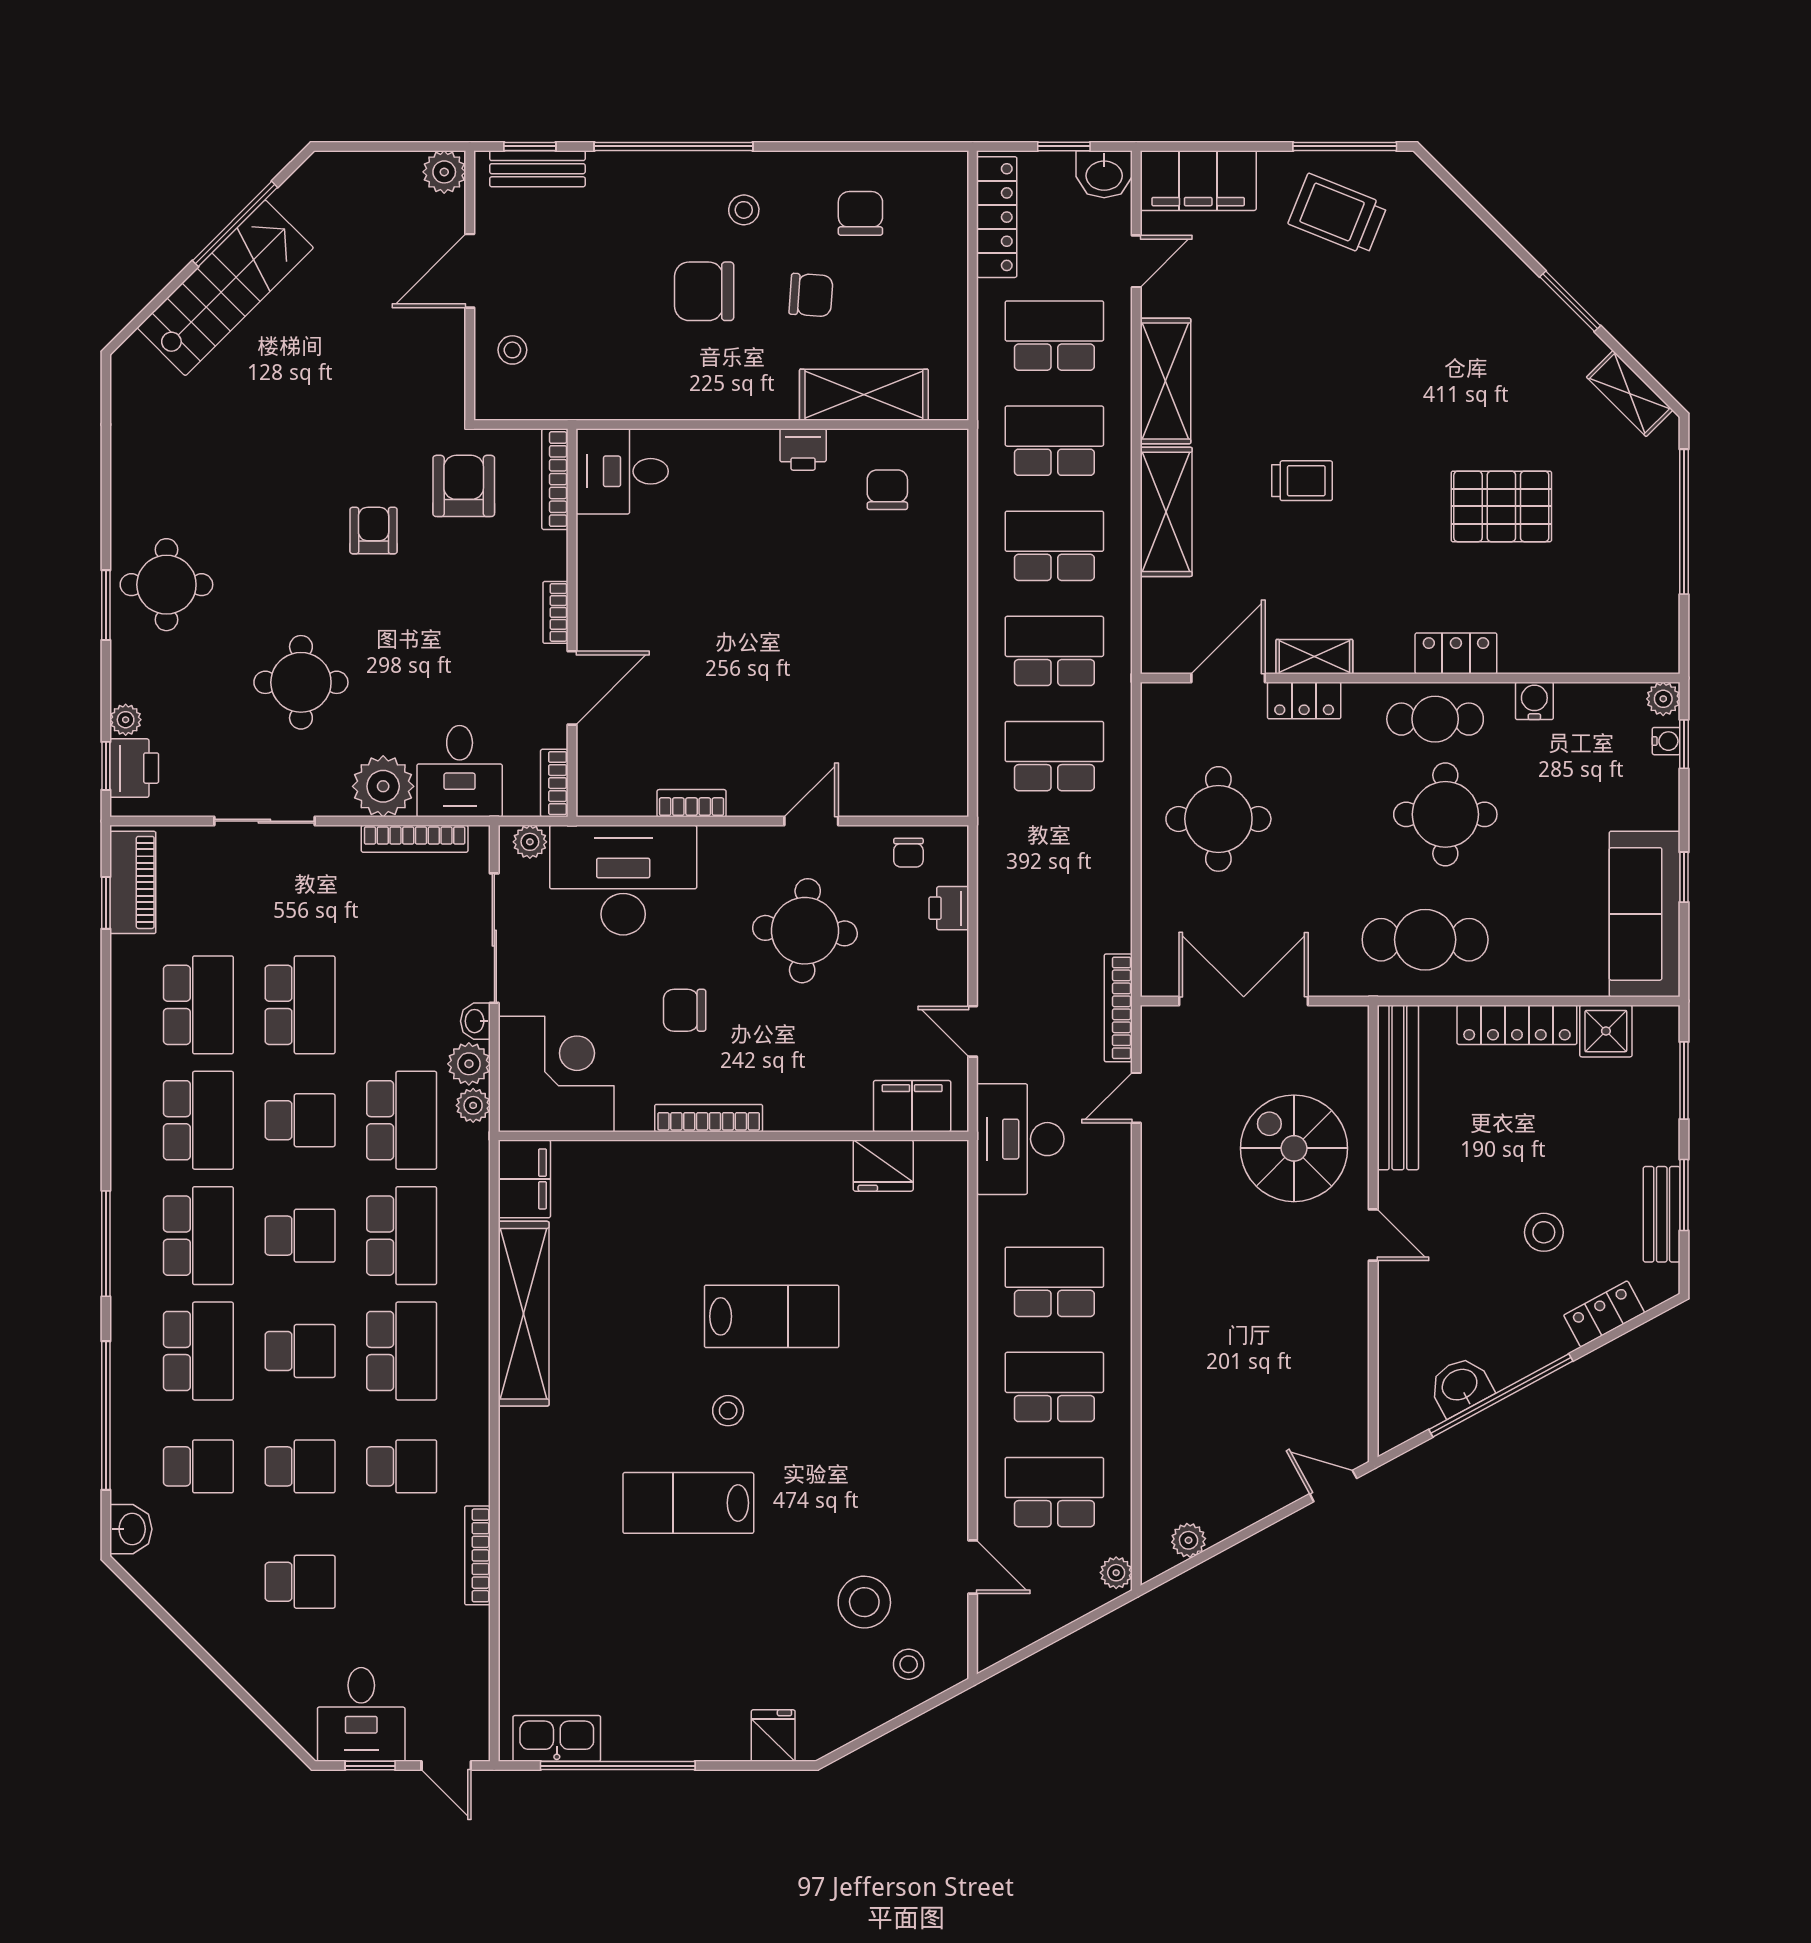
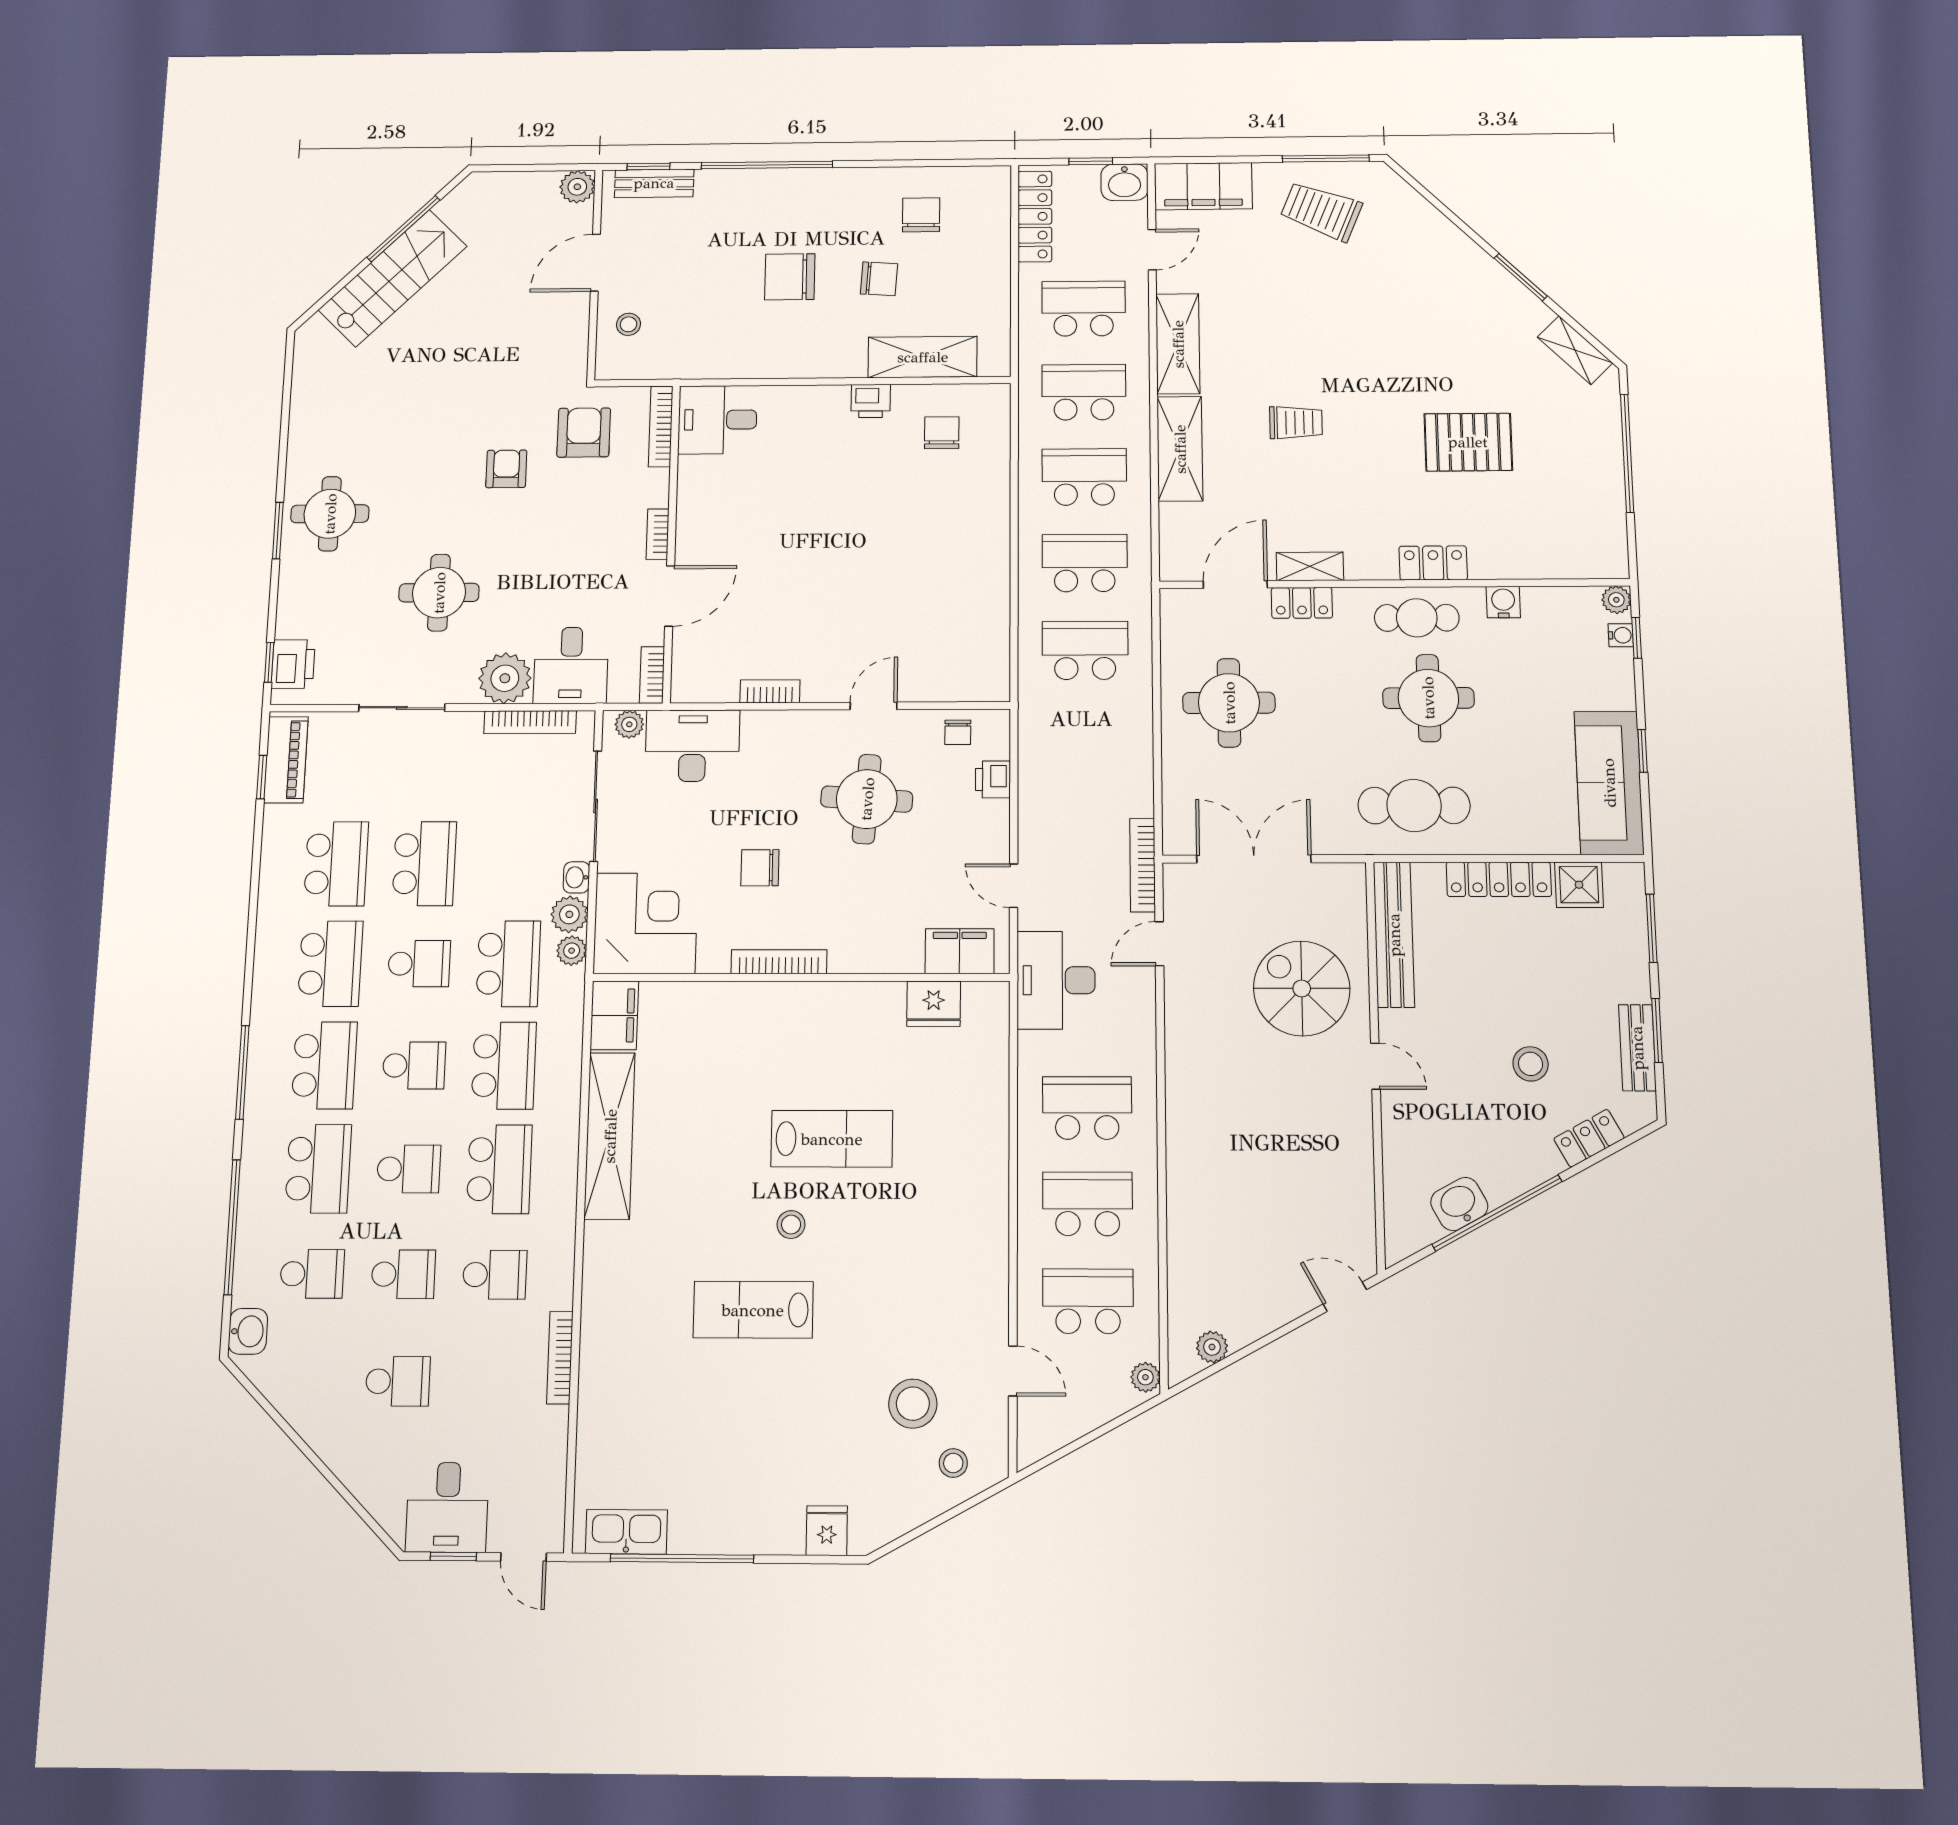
stool: (744, 210) -> (824, 213), removed
plant: (126, 720) -> (288, 624), removed
desk: (623, 880) -> (692, 746), width x0.73, depth x0.77

